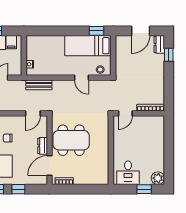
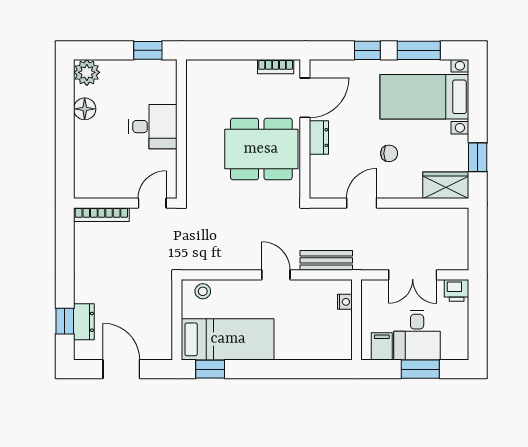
door: (141, 31) -> (121, 369), hinge flipped
dresser: (159, 44) -> (84, 322), moved
door: (82, 78) -> (276, 275), moved
door: (33, 113) -> (362, 203), moved
floor lamp: (159, 160) -> (85, 109), added
desk: (128, 173) -> (153, 127), moved, turned 90
window: (144, 189) -> (148, 50), moved

